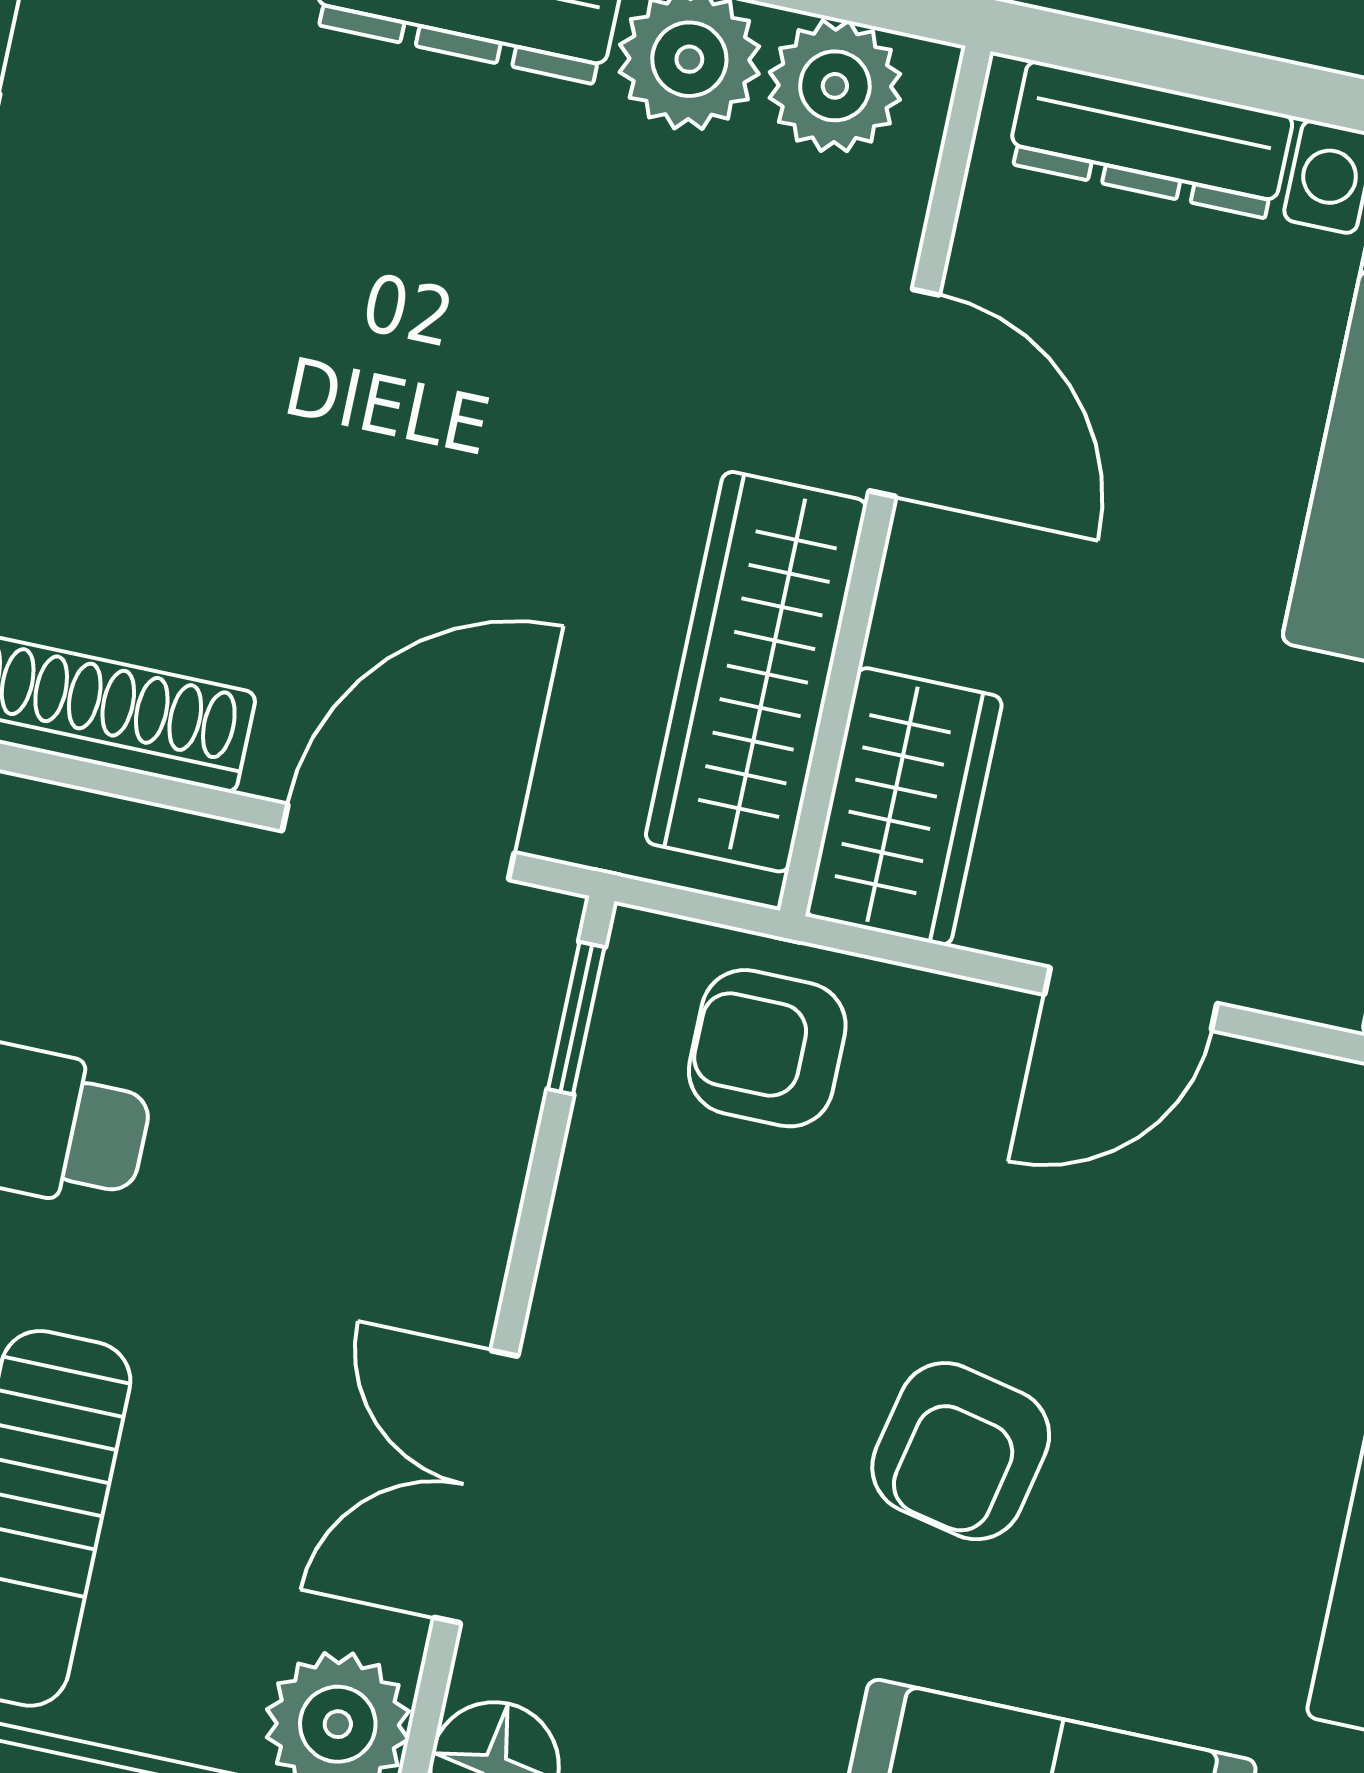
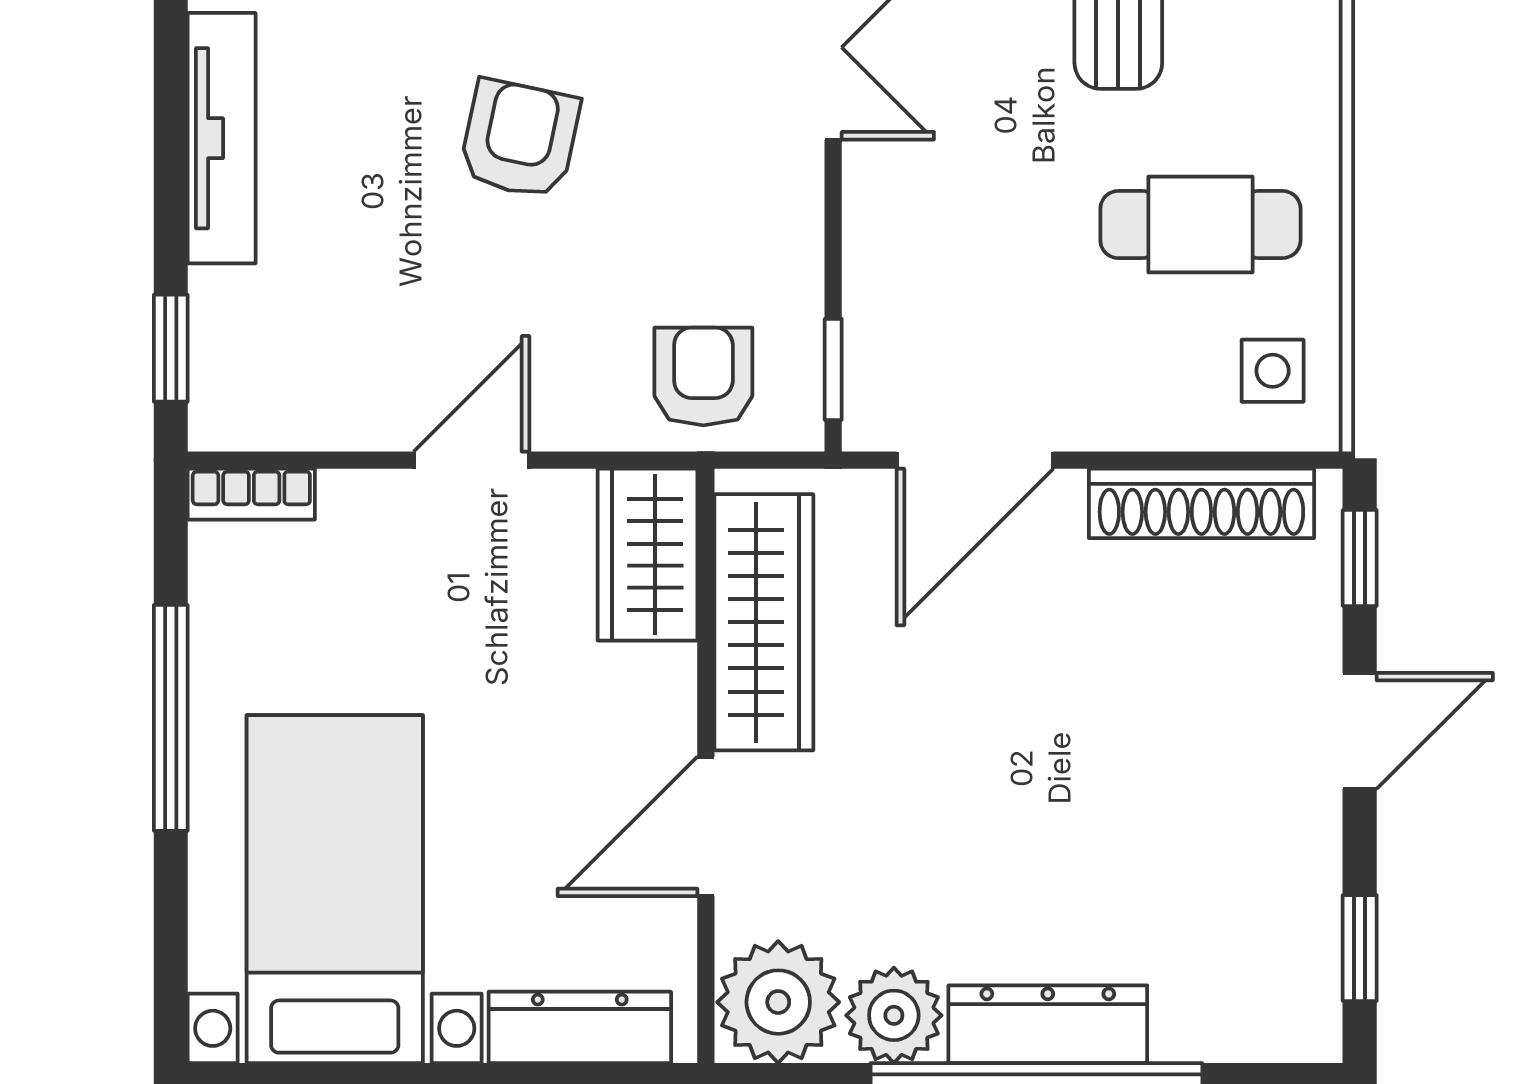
plant: (835, 86) -> (778, 1002), width x1.36, depth x1.36
door: (904, 393) -> (706, 826), hinge flipped
armchair: (767, 1048) -> (703, 377), turned -90

